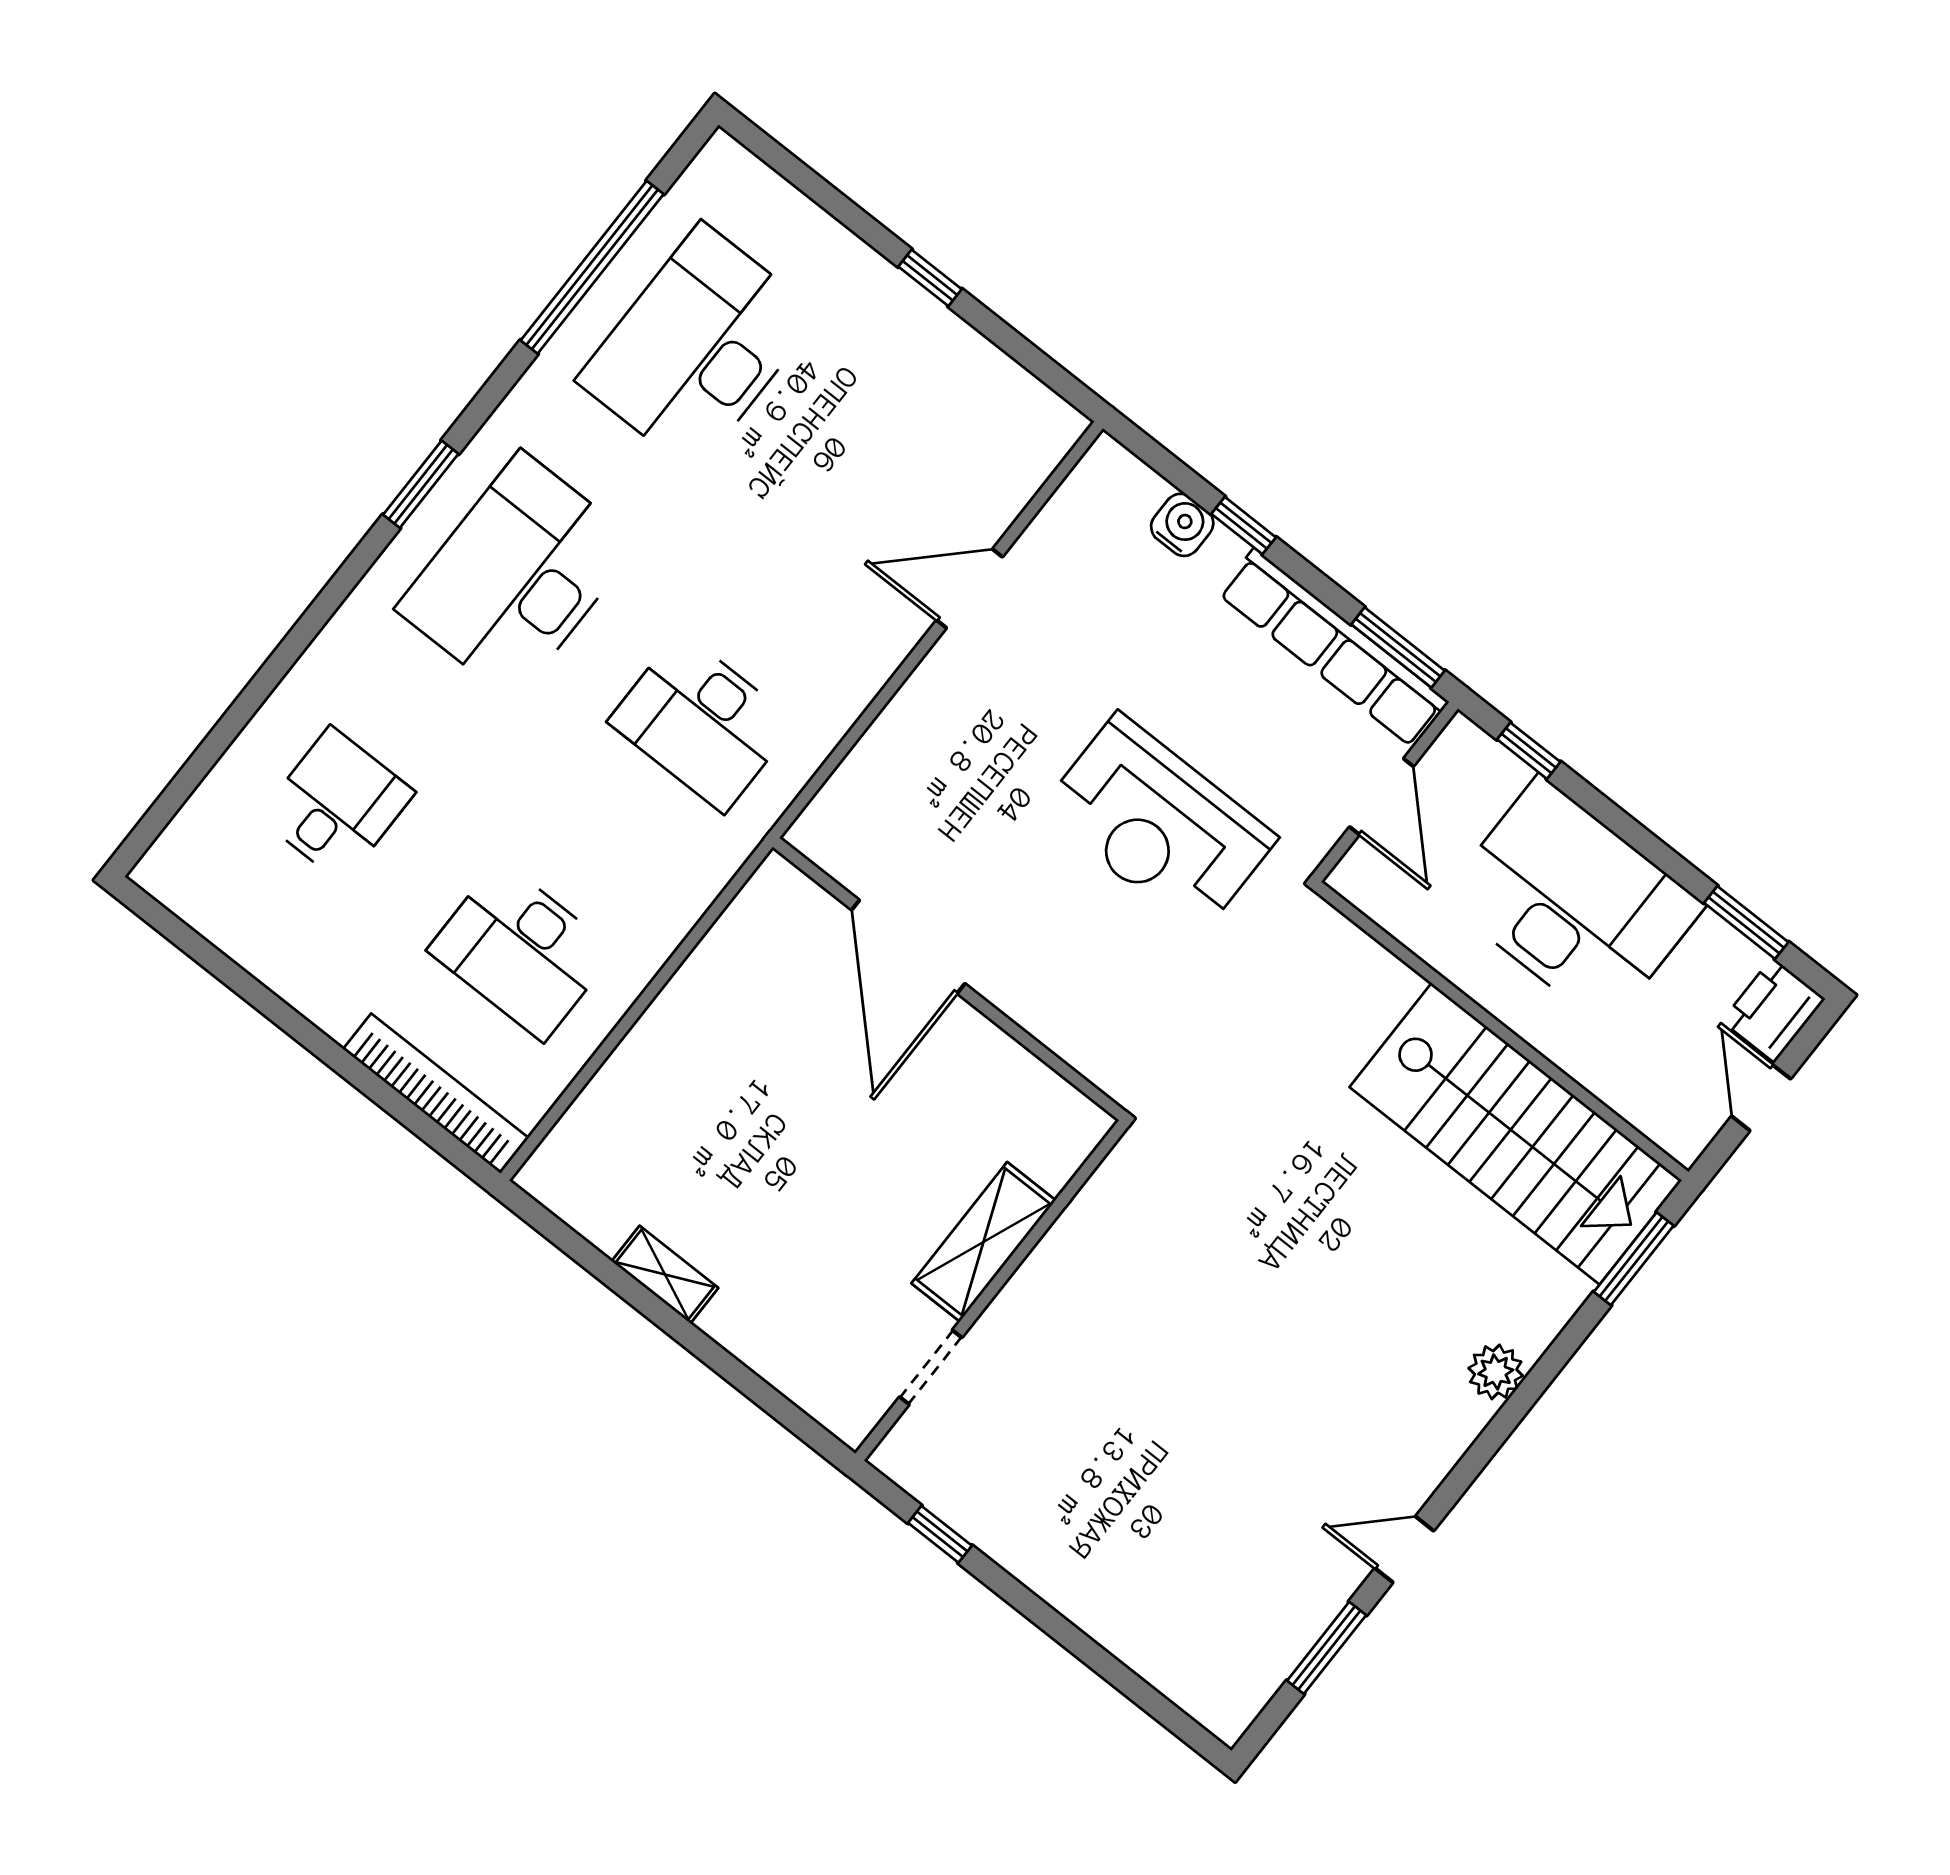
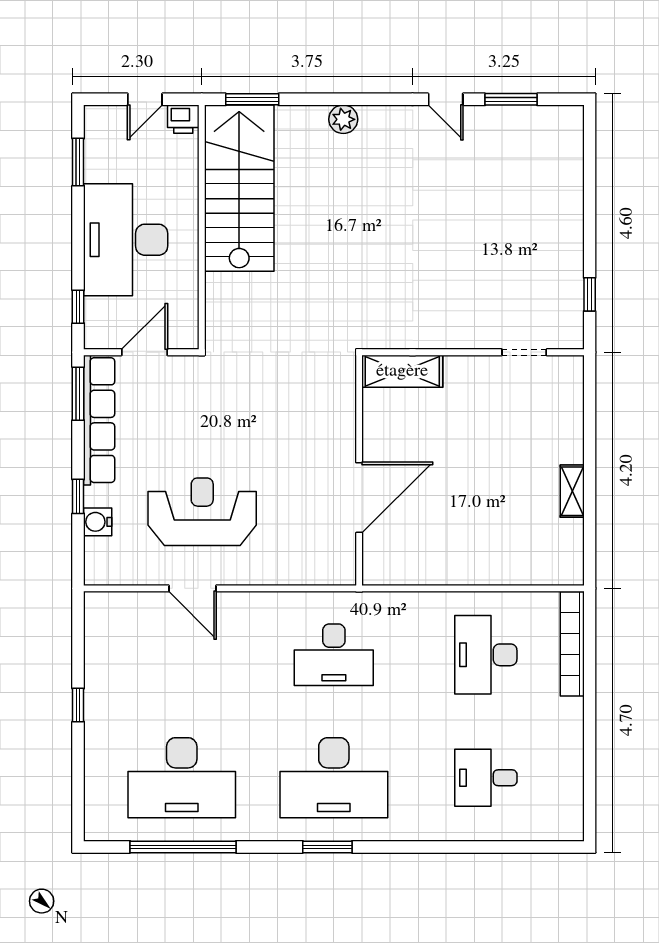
desk: (702, 722) -> (334, 655), turned 90
reception desk: (1158, 824) -> (202, 512), moved, turned -90
desk: (521, 951) -> (486, 655), turned 180
printer: (1773, 1010) -> (183, 119), moved, width x0.73, depth x0.81
shelving: (984, 1242) -> (402, 371), moved

